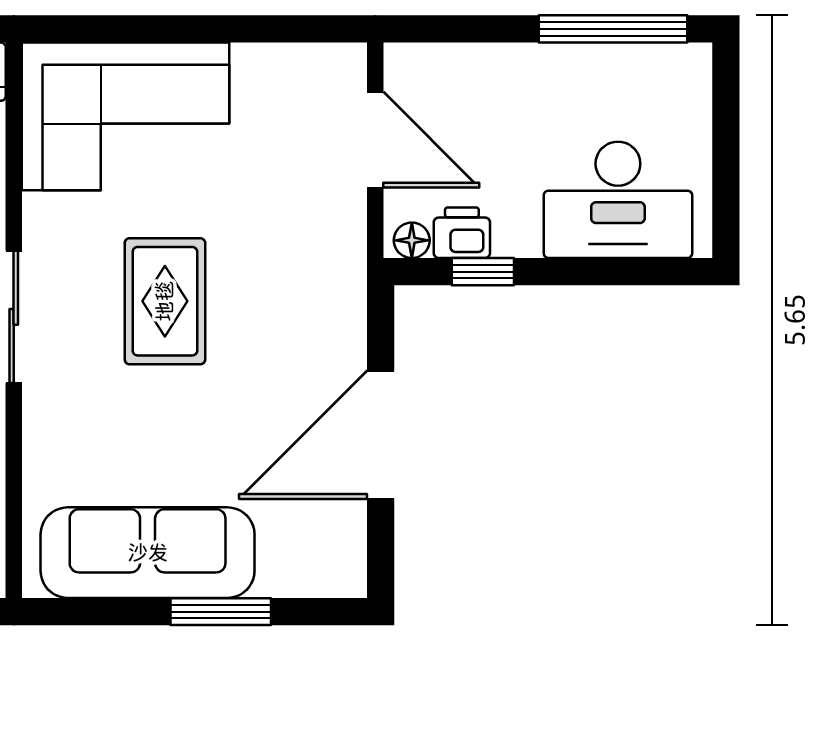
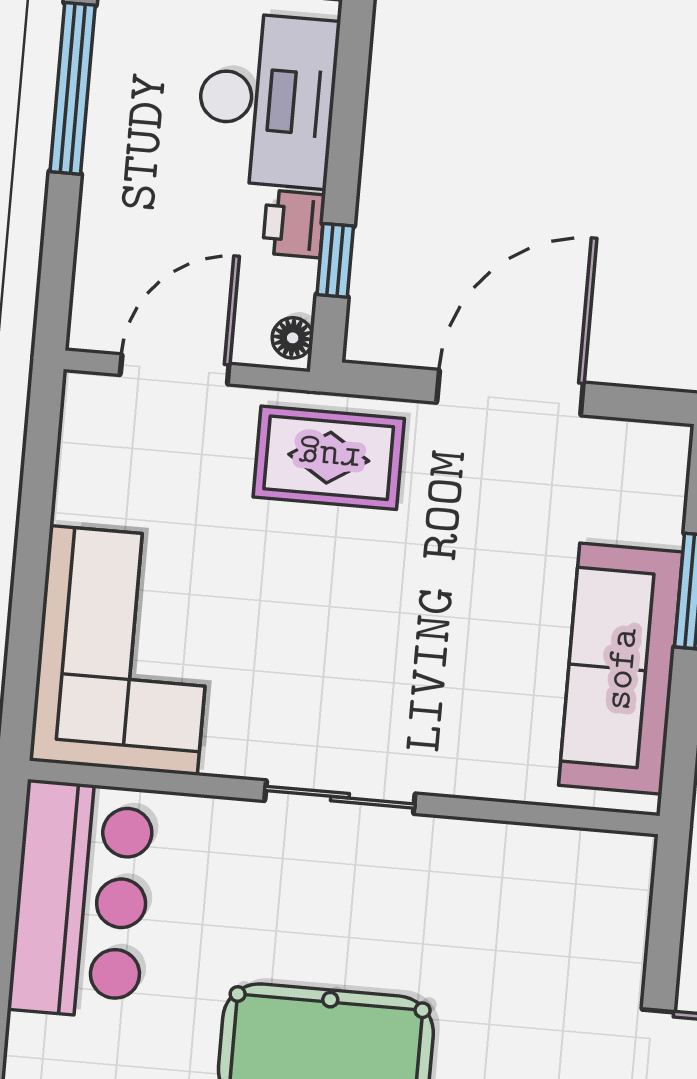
printer: (462, 233) -> (294, 224), moved
rug: (165, 301) -> (329, 458), moved
door: (381, 435) -> (510, 393), swing flipped

